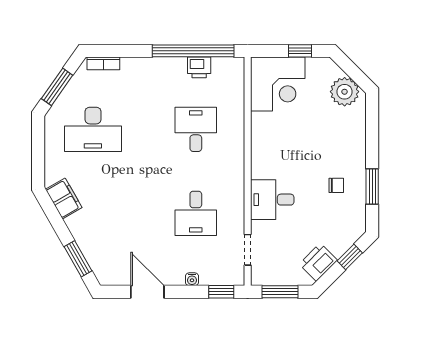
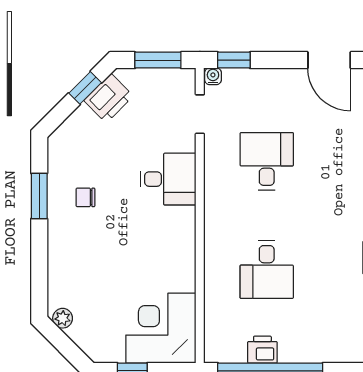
plant: (345, 92) -> (63, 318), width x0.53, depth x0.53
window: (350, 257) -> (85, 88), moved
water cooler: (192, 279) -> (213, 76), moved

